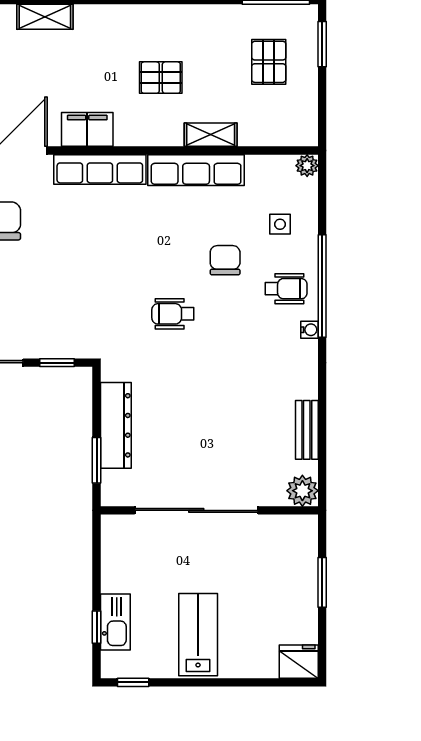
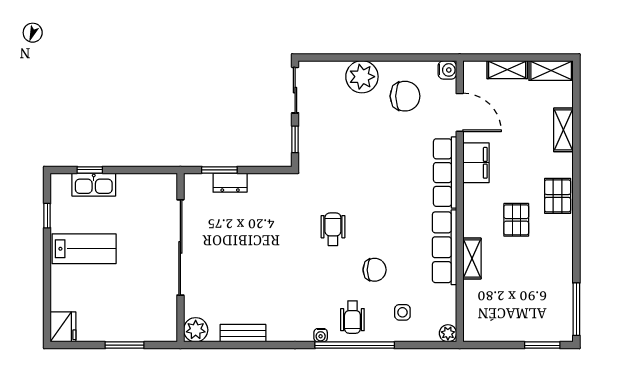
pallet: (269, 62) -> (558, 196), moved, turned 90
dresser: (116, 425) -> (230, 183), width x0.51, depth x0.80
window: (133, 682) -> (47, 216), moved

